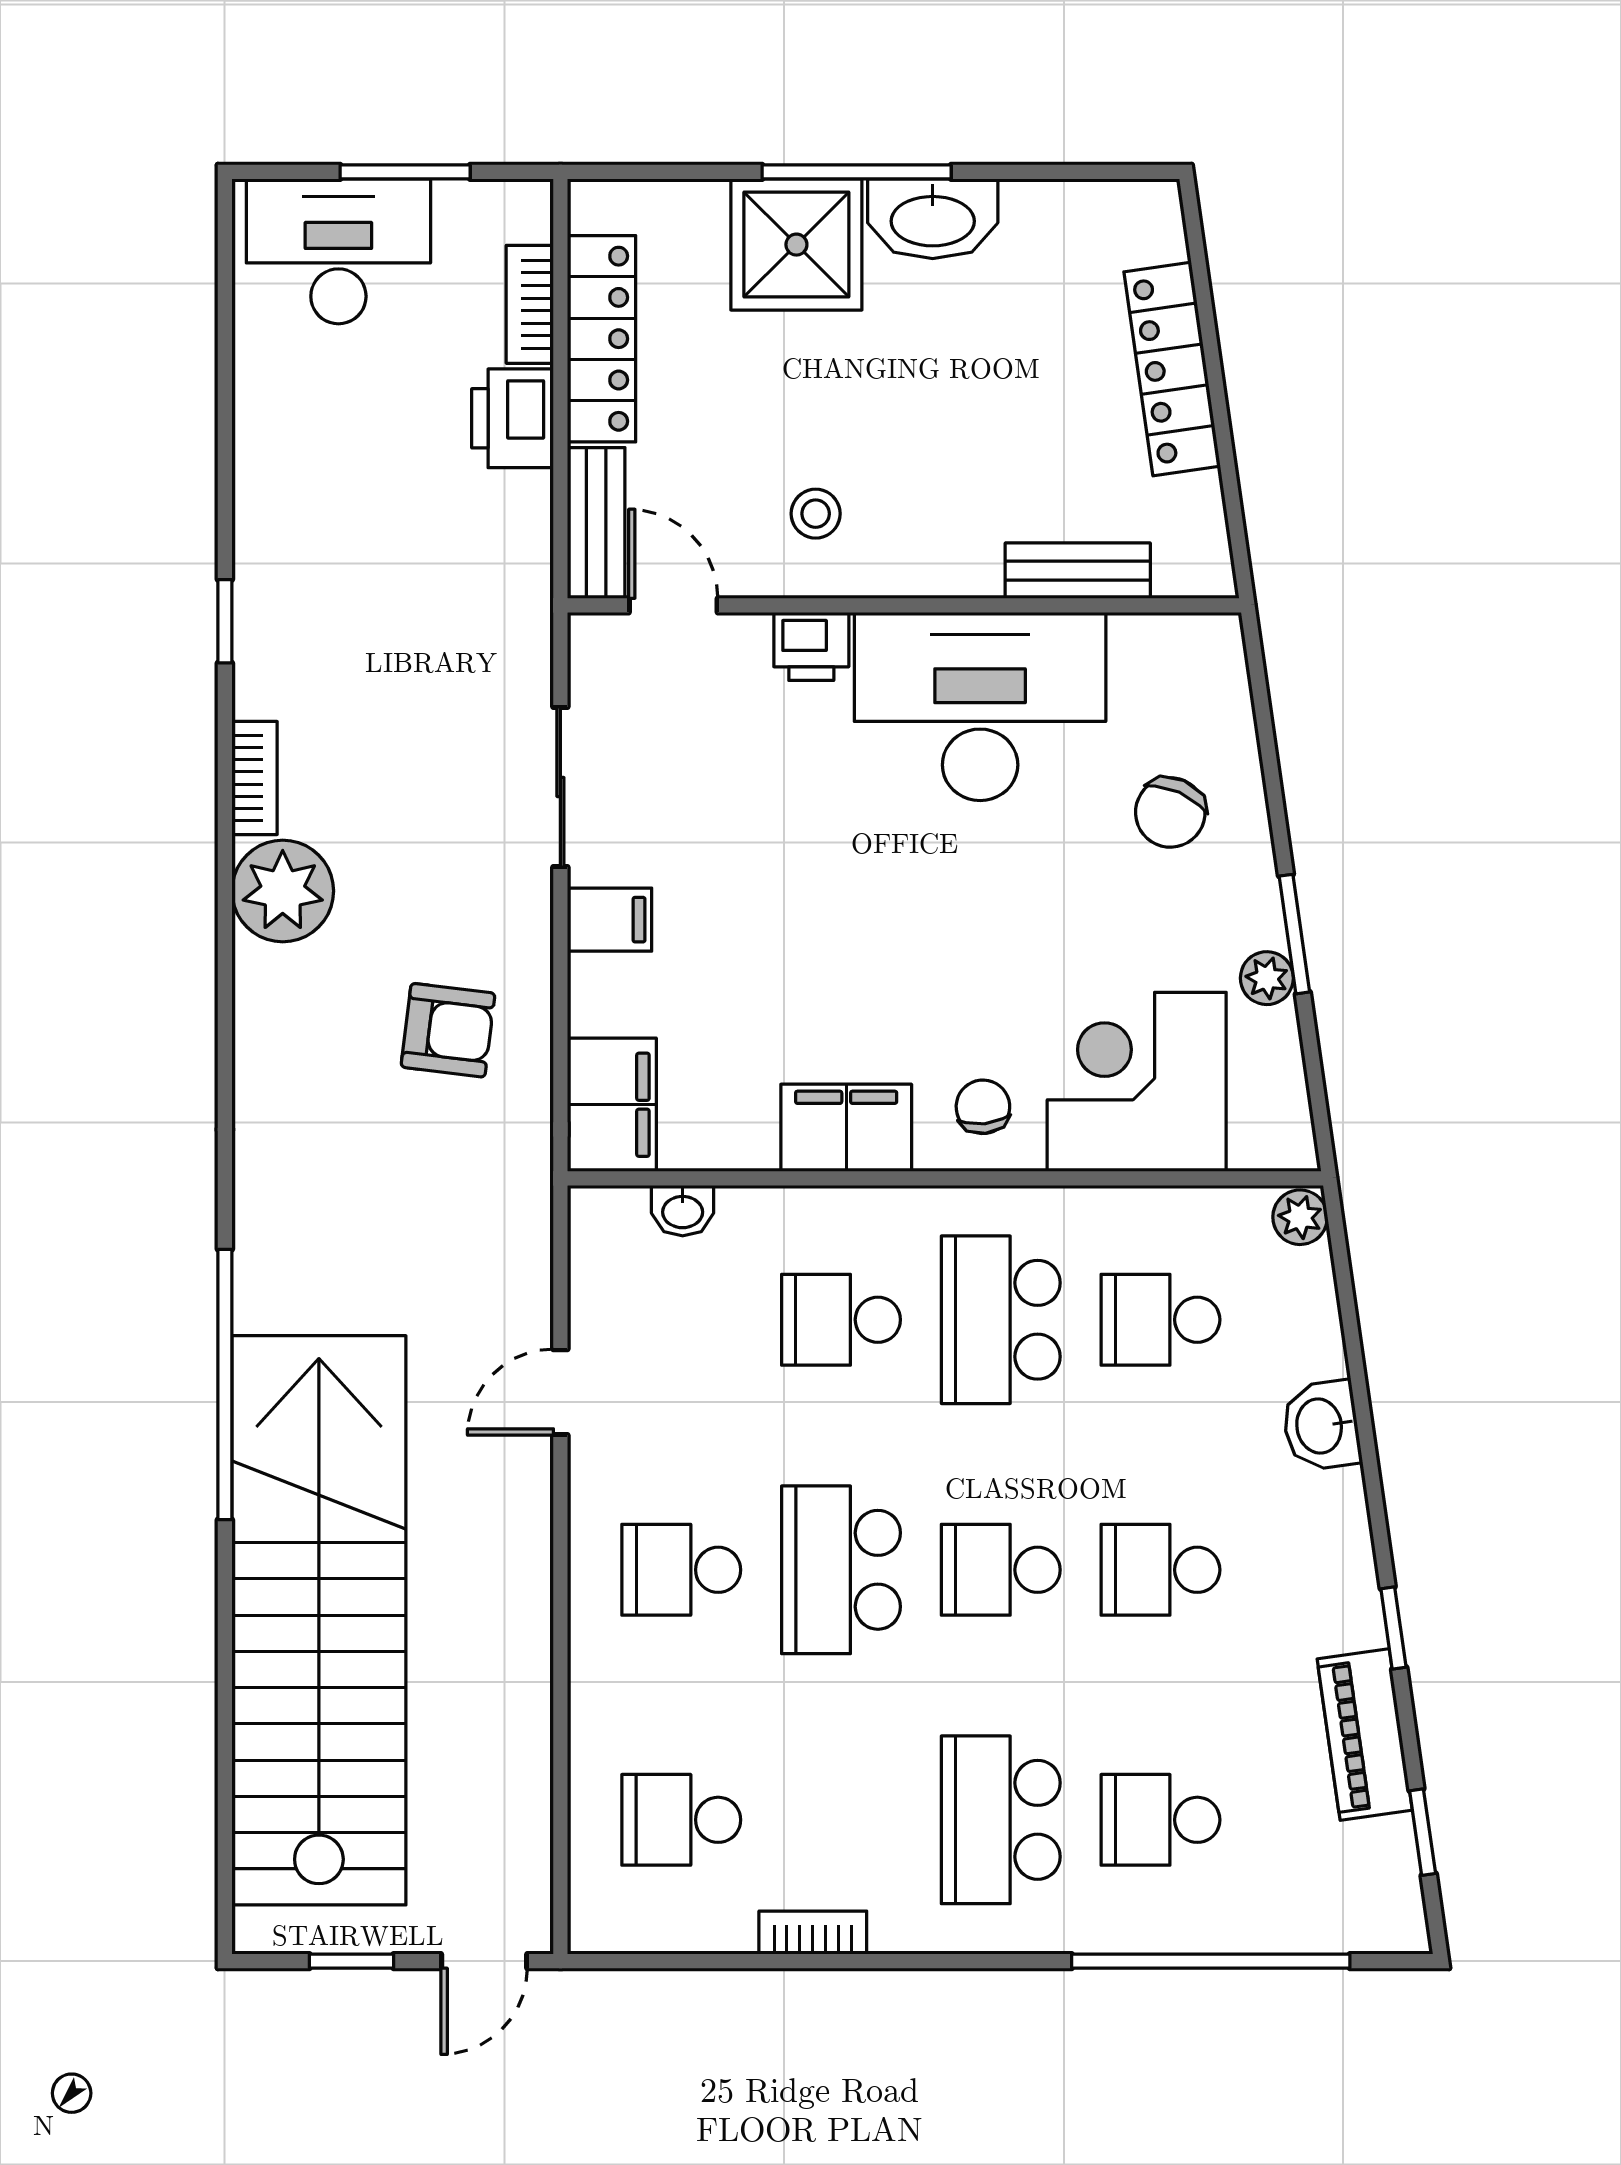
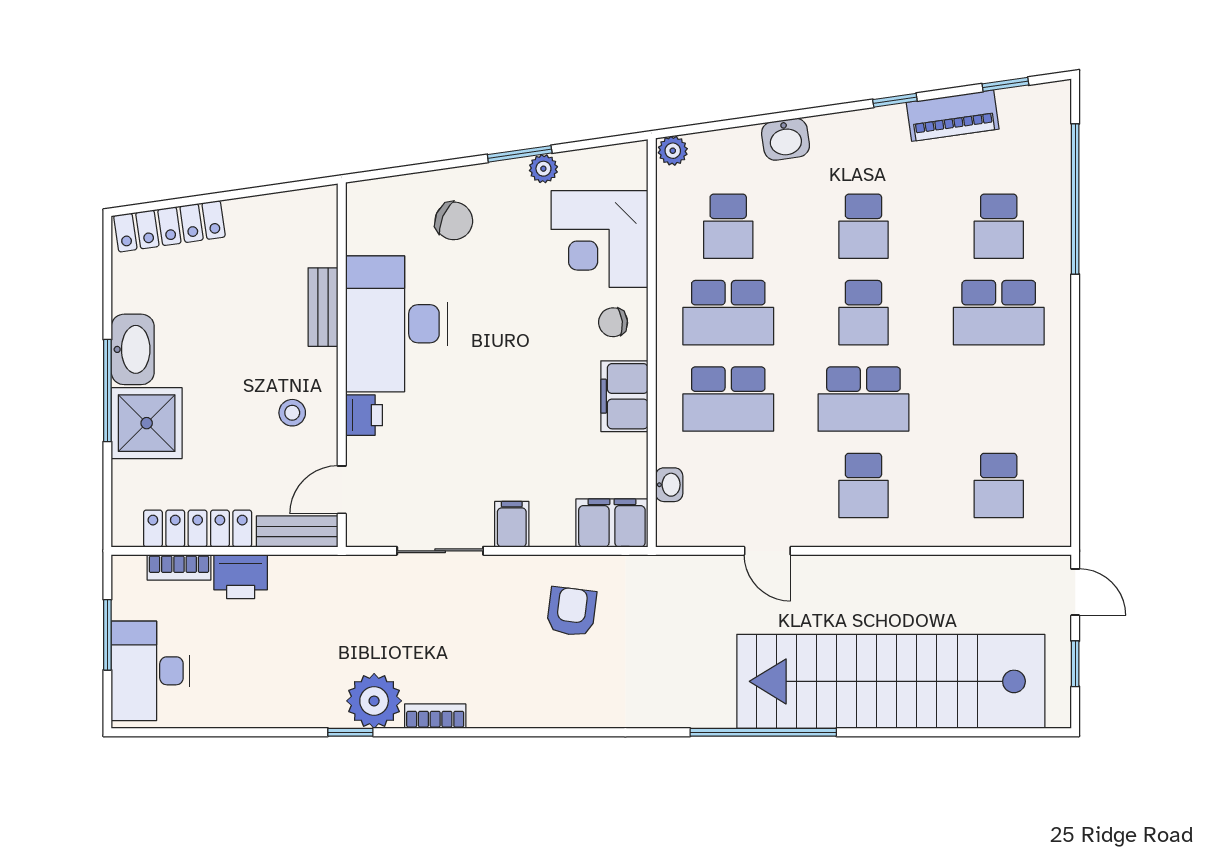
locker: (1172, 369) -> (169, 226), moved
bench: (1078, 571) -> (323, 307), moved
plant: (283, 891) -> (374, 701), moved
school desk: (841, 1320) -> (728, 399), width x1.85
bookcase: (813, 1933) -> (1060, 414), removed

